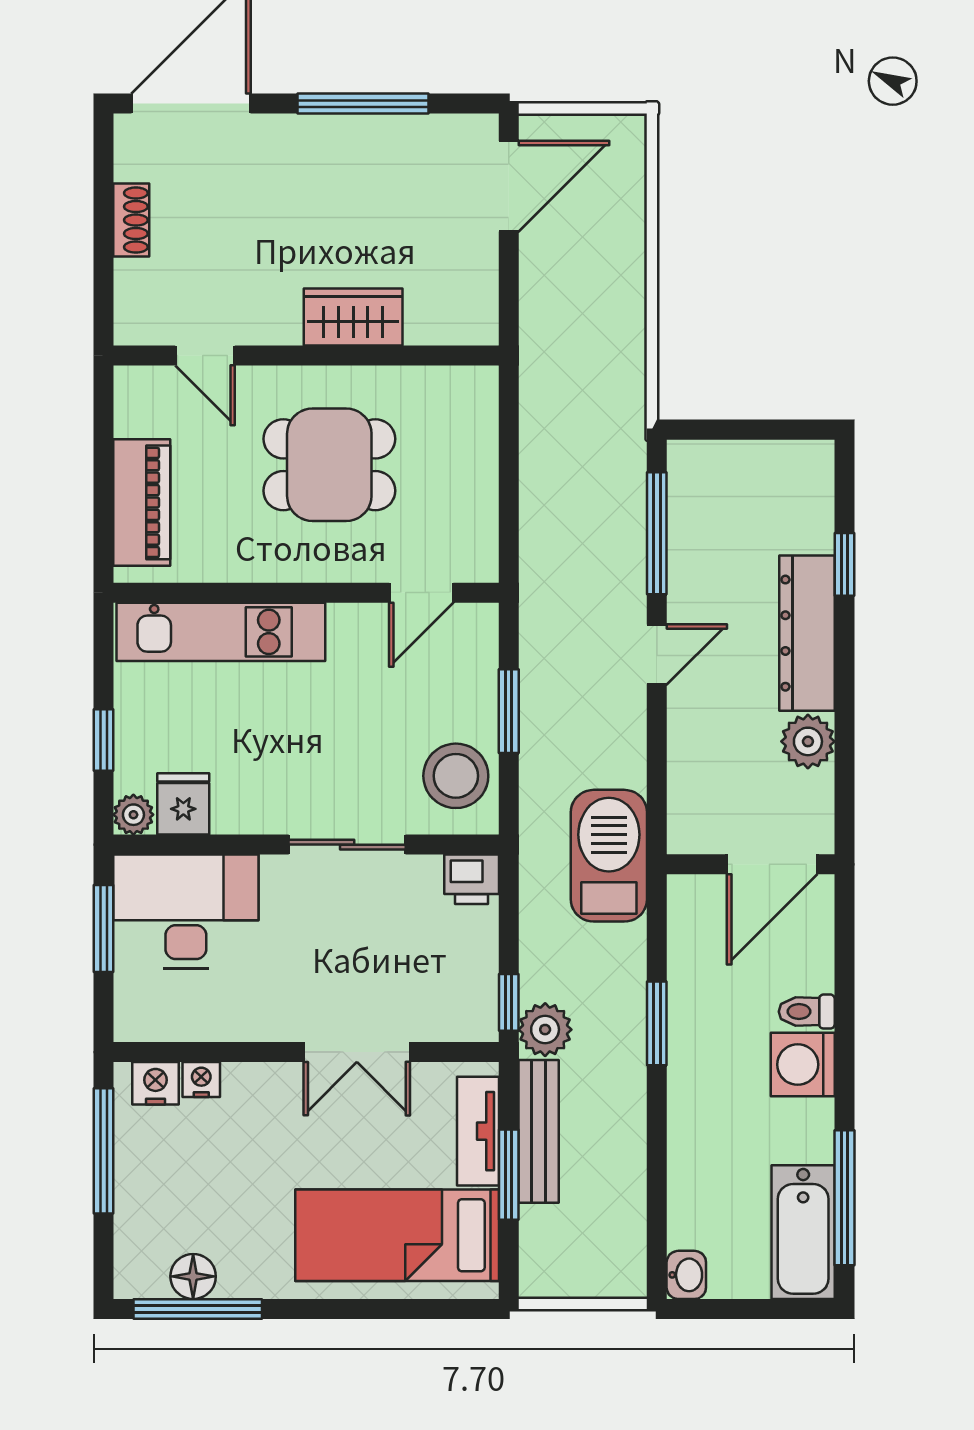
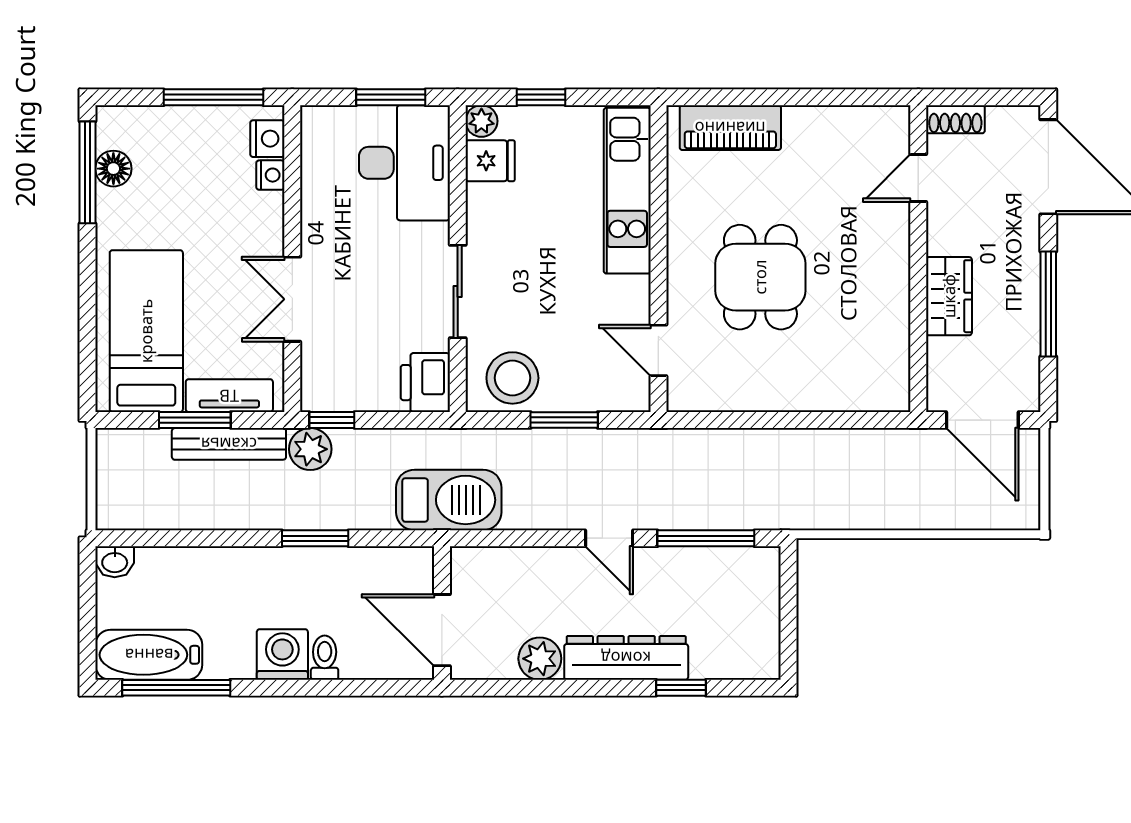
wardrobe: (353, 317) -> (949, 296), moved
door: (205, 356) -> (918, 178), moved
wall: (306, 356) -> (918, 259), moved
printer: (472, 879) -> (425, 383), width x1.36, depth x1.24

